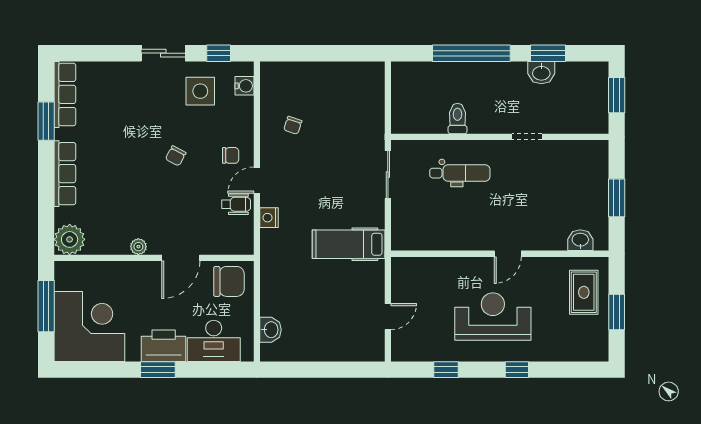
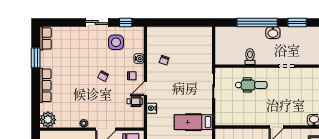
washbasin: (541, 73) -> (273, 33), moved
water cooler: (244, 86) -> (139, 59), moved
row of seats: (65, 94) -> (45, 38), width x0.68

